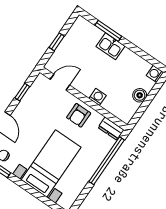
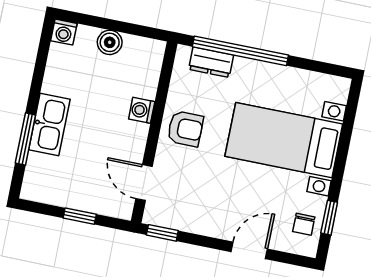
kitchen sink: (111, 46) -> (49, 124), width x1.38
window: (22, 92) -> (162, 233), moved
dresser: (111, 129) -> (211, 62), moved, turned 90

